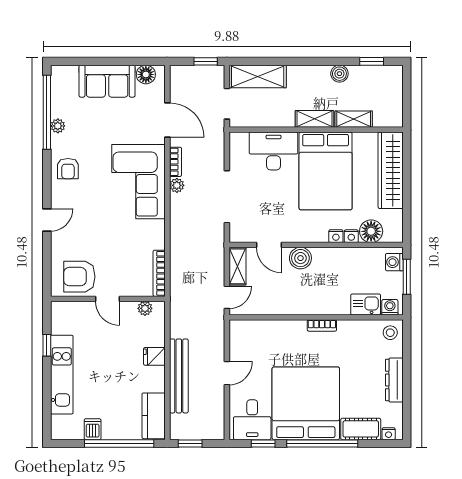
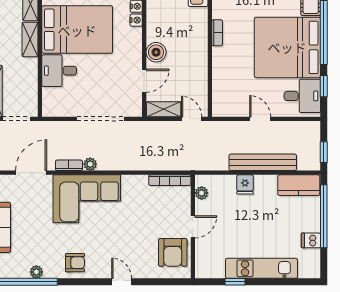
desk: (274, 151) -> (59, 71), width x0.73

